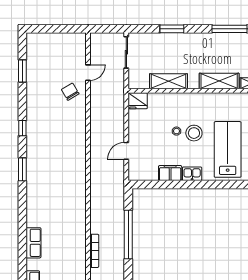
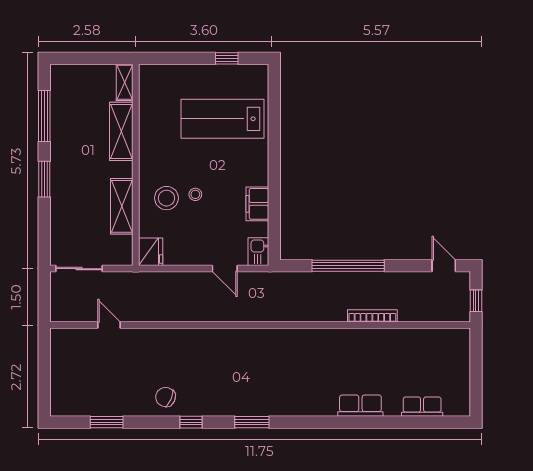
window: (172, 29) -> (44, 179), moved
chair: (70, 92) -> (165, 397), moved, turned 54
stool: (194, 133) -> (166, 198), moved
kitchen sink: (192, 174) -> (258, 252), moved

